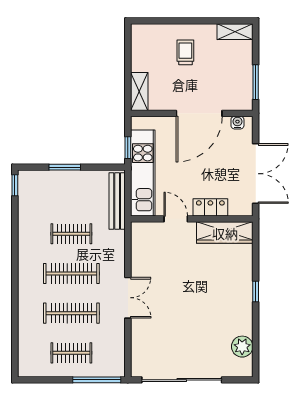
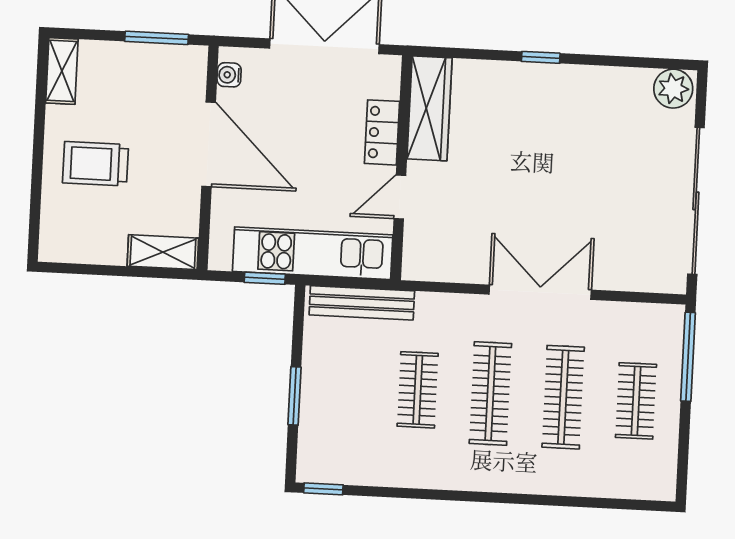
trolley: (185, 52) -> (96, 164), width x1.36, depth x1.39
double door: (128, 298) -> (540, 292), width x1.37
plant: (242, 347) -> (673, 89), moved

